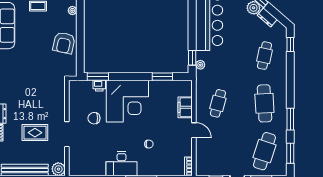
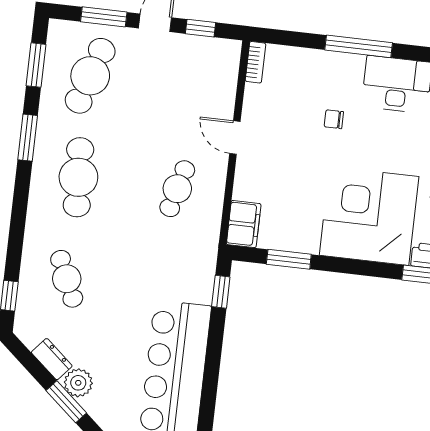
cafe table: (264, 56) -> (67, 279), turned -36
plant: (200, 65) -> (205, 275), removed
filing cabinet: (185, 107) -> (244, 224), moved

